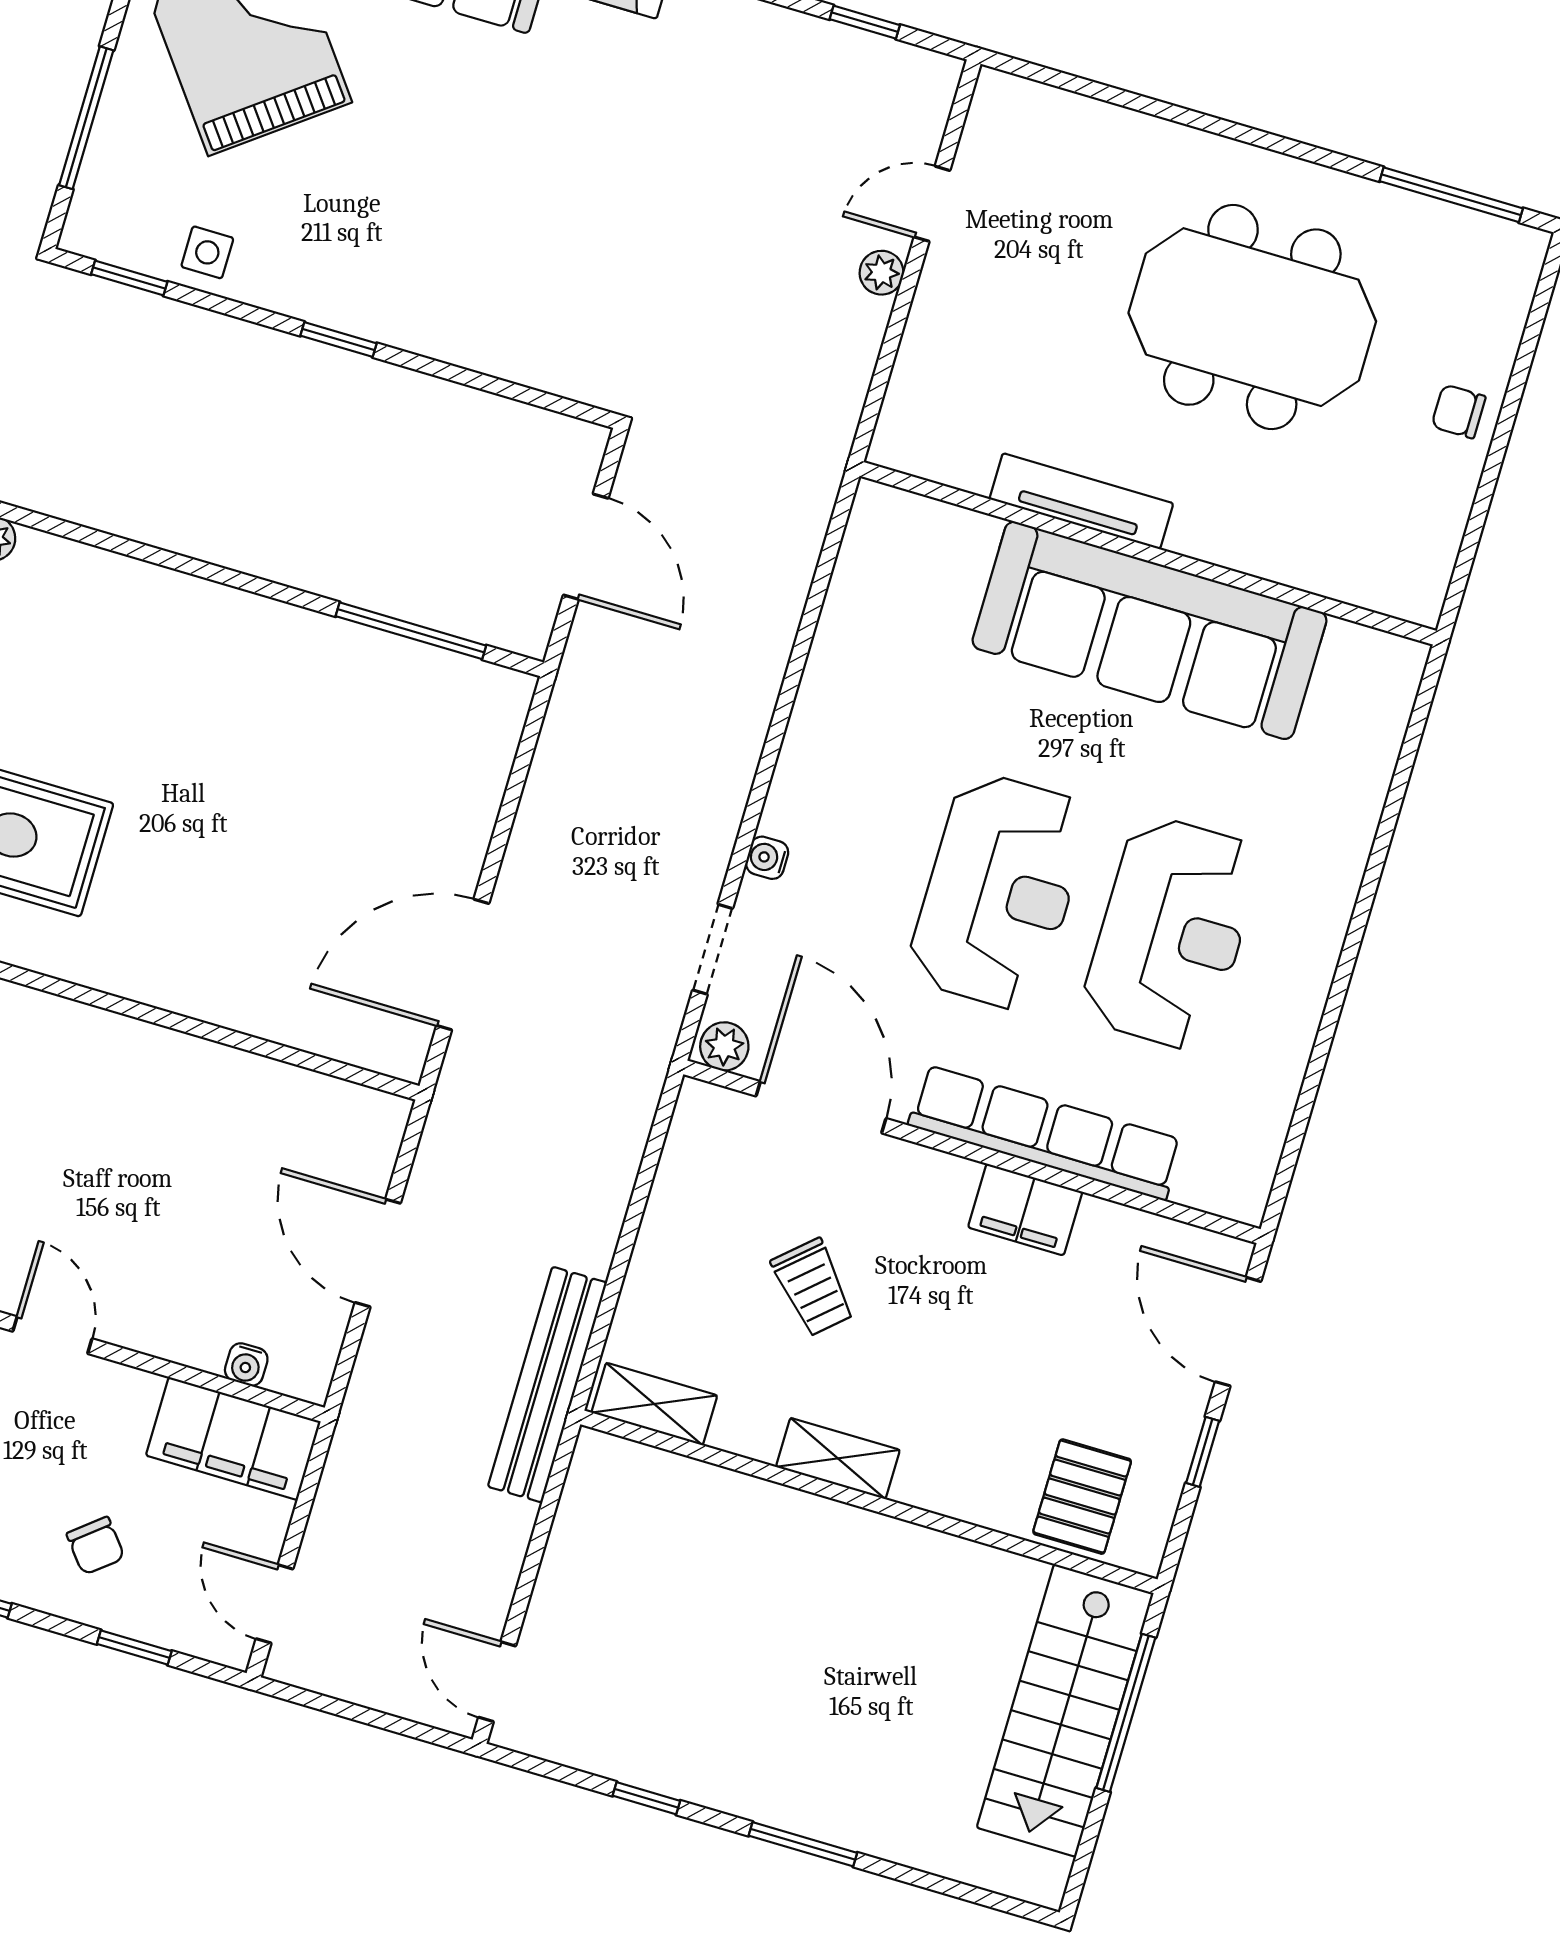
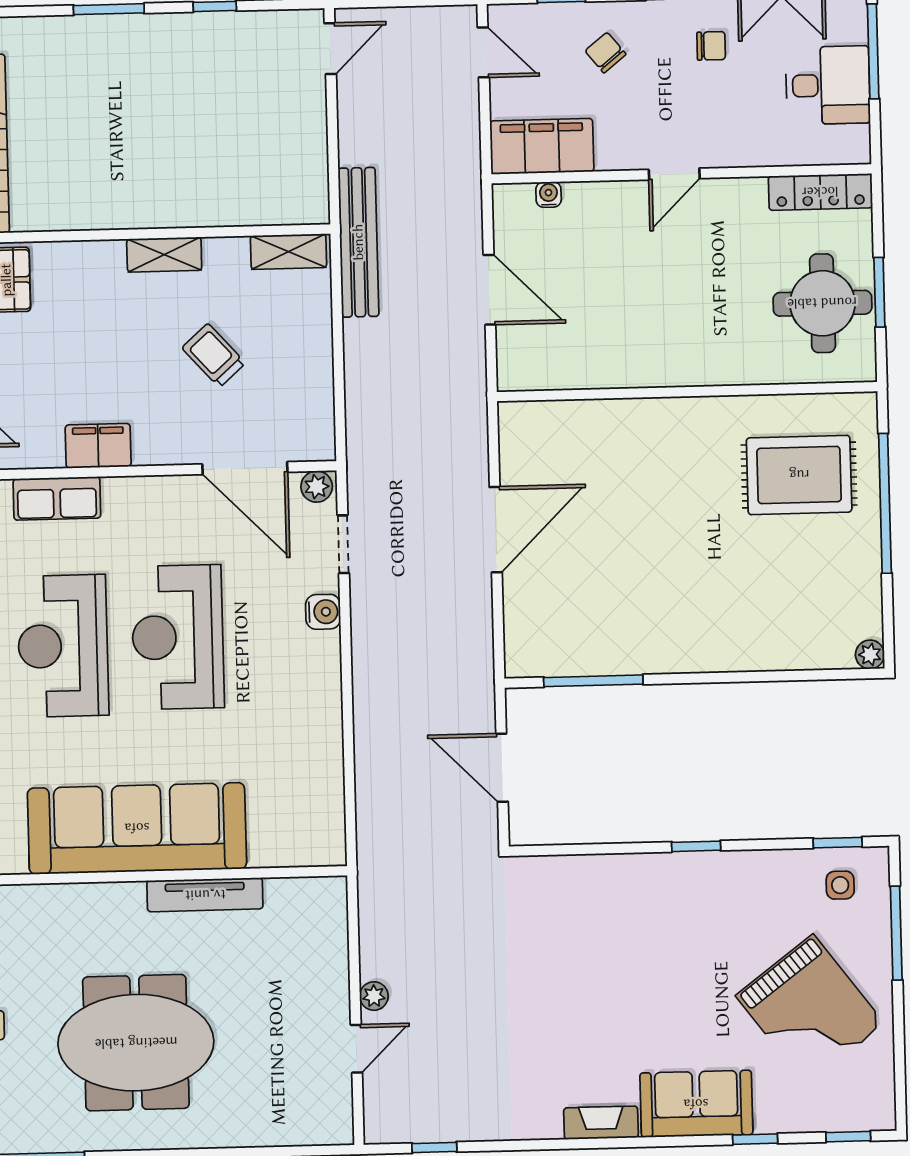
side table: (207, 252) -> (840, 885), moved
water cooler: (767, 858) -> (323, 612), width x1.38, depth x1.38
door: (463, 965) -> (496, 530), moved
row of seats: (1045, 1133) -> (57, 498), width x0.50
door: (52, 1335) -> (674, 174), hinge flipped
door: (497, 1682) -> (330, 49), hinge flipped

